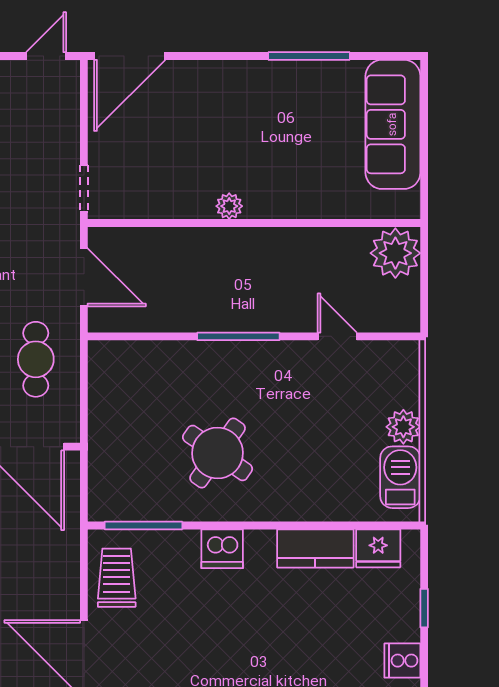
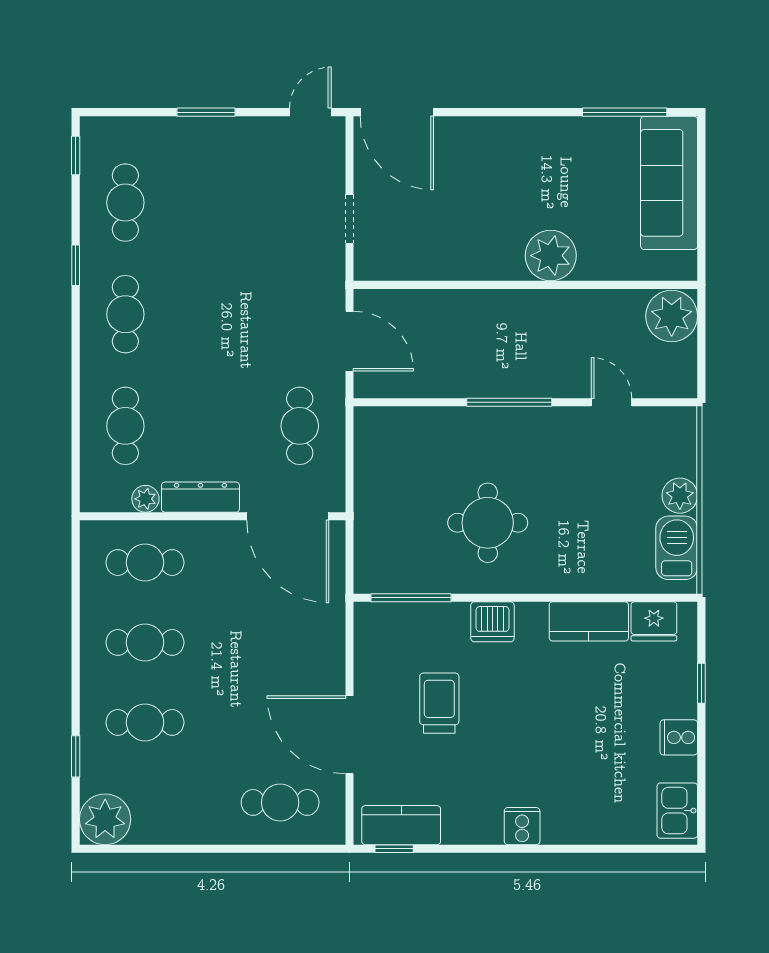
door: (130, 56) -> (397, 112), hinge flipped
window: (309, 56) -> (625, 112), moved
doorway: (84, 189) -> (349, 219), moved
plant: (229, 206) -> (551, 256), moved, width x1.88, depth x1.88
round table: (218, 453) -> (488, 523), turned -35
trolley: (117, 578) -> (439, 703), moved

